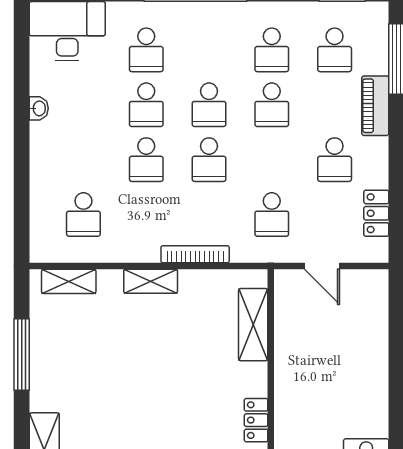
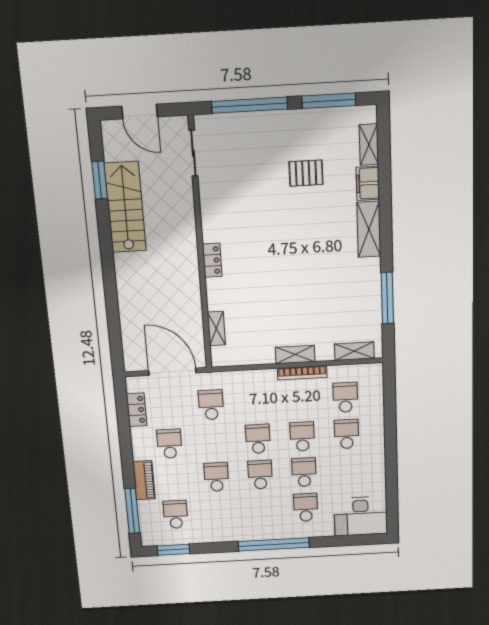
school desk: (272, 50) -> (347, 434), moved
washbasin: (39, 108) -> (379, 466), removed
bookcase: (195, 254) -> (302, 373), moved
door: (322, 266) -> (172, 372), width x1.87
shelving: (253, 325) -> (216, 329), width x0.67, depth x0.75

